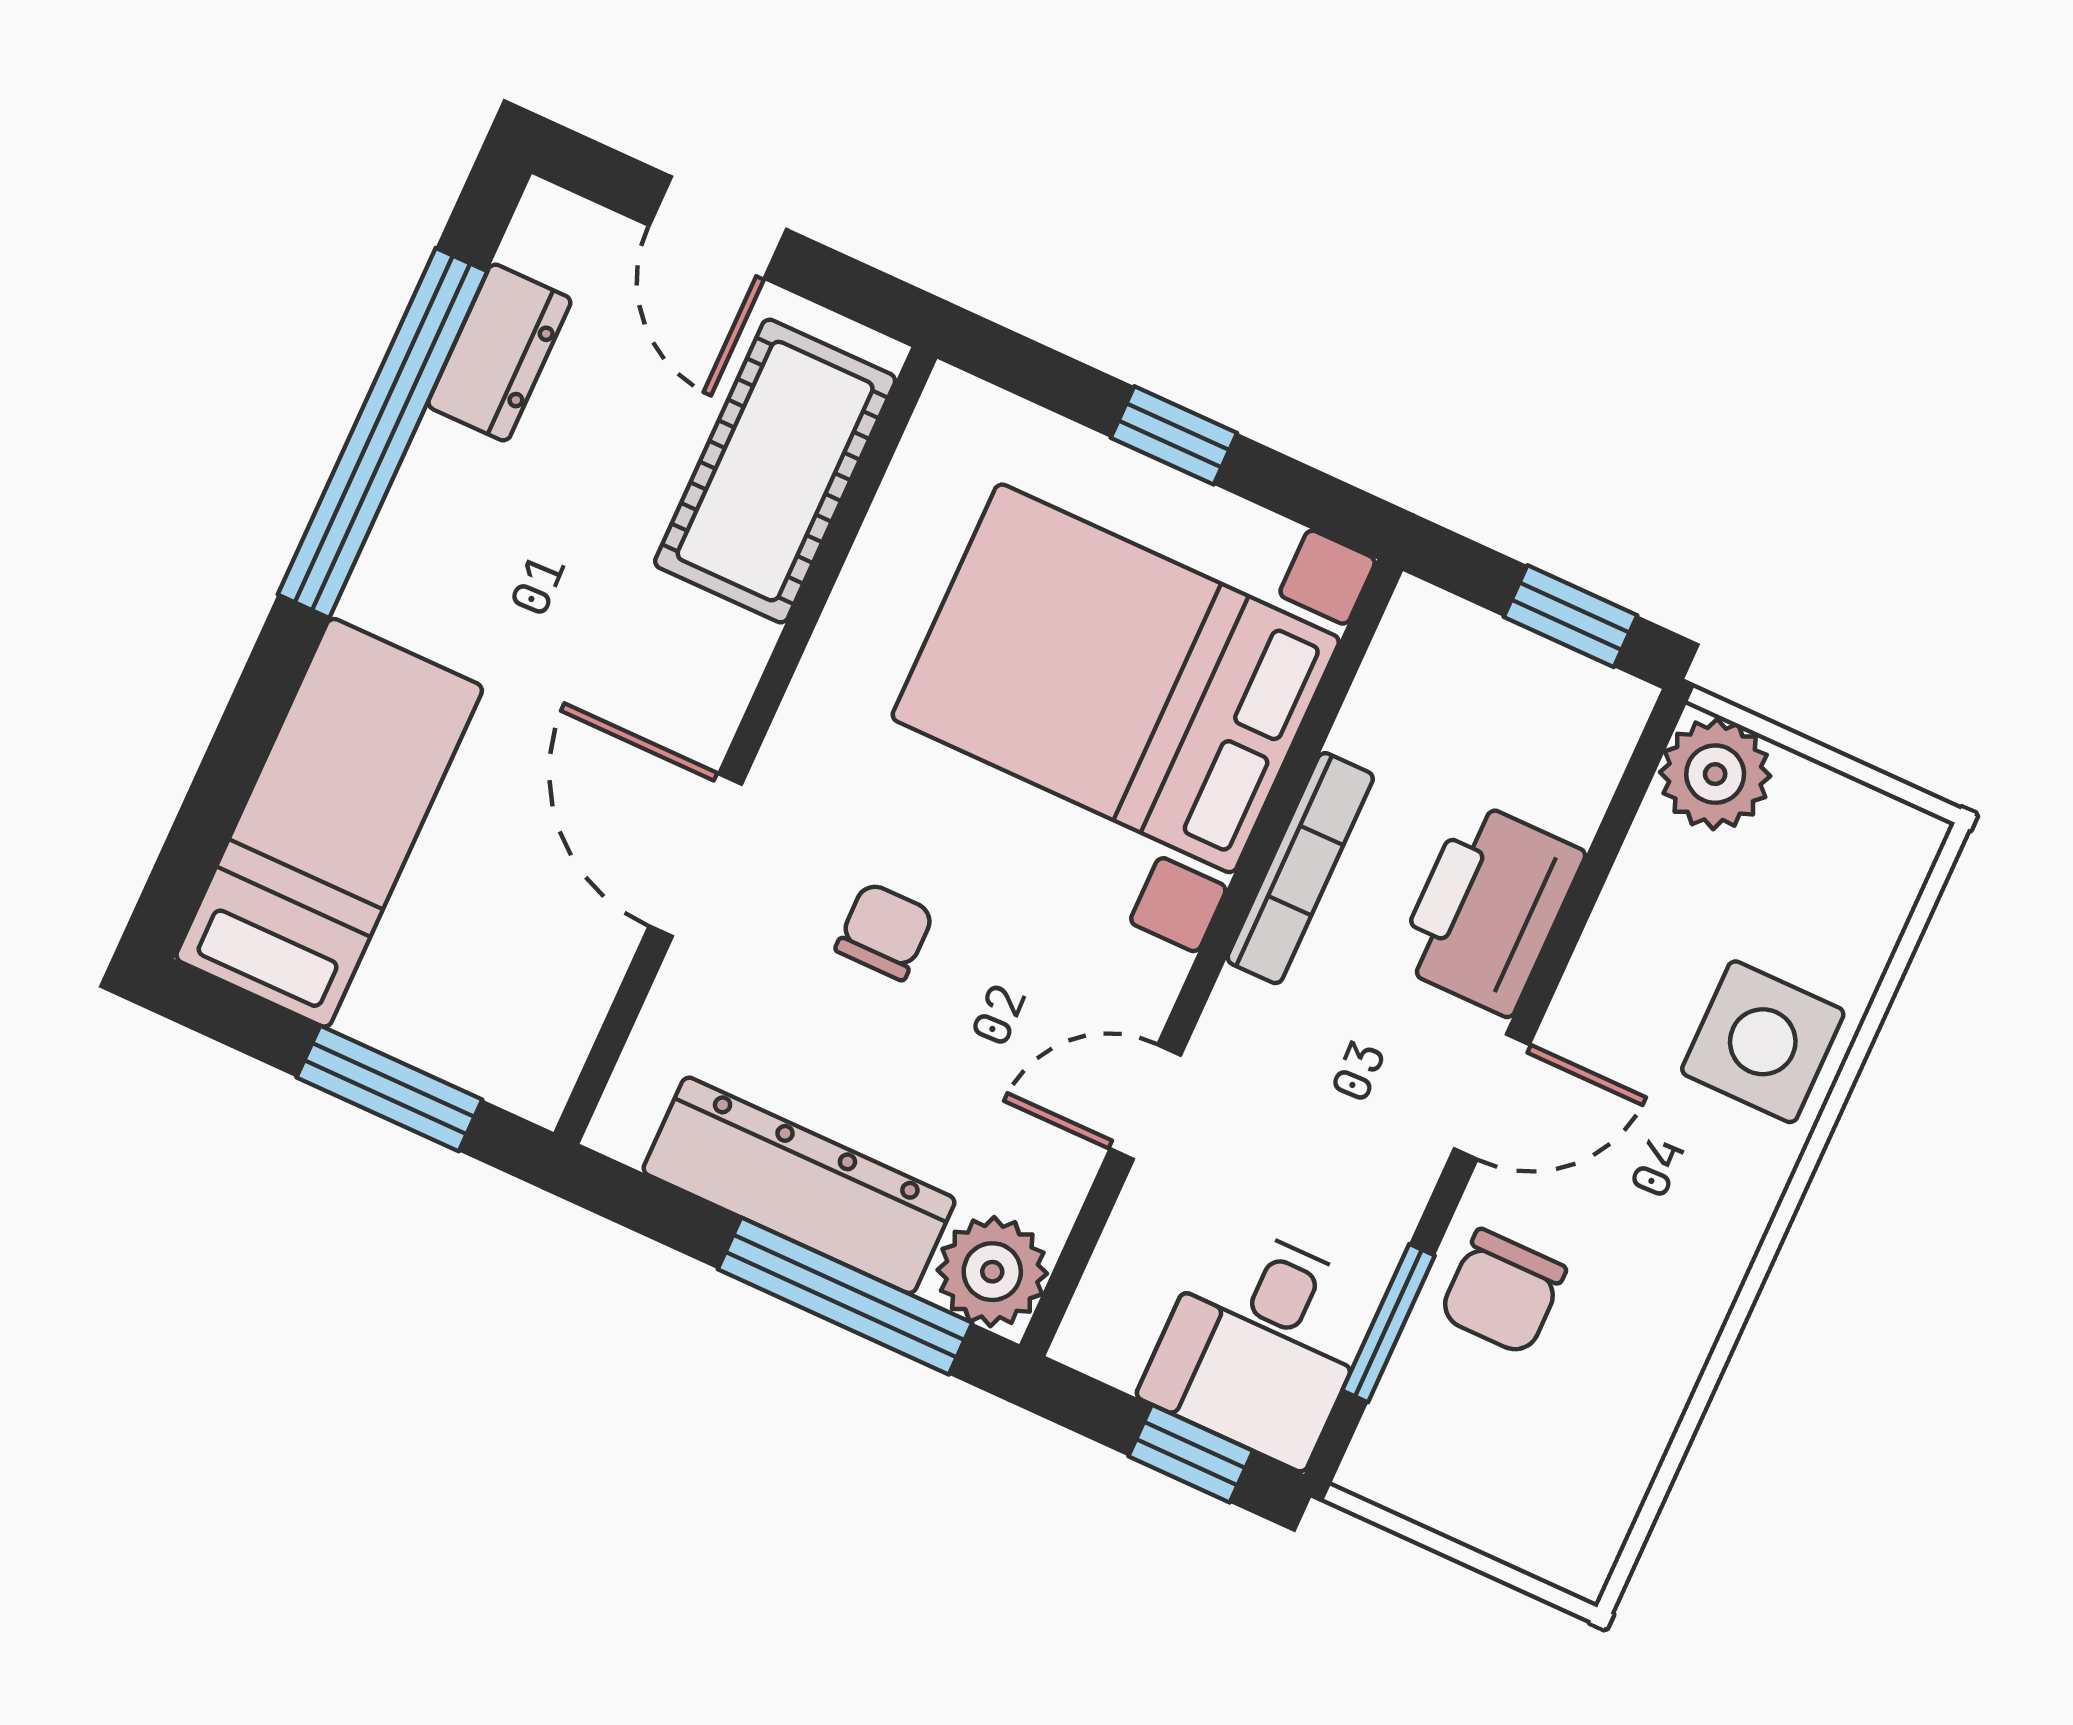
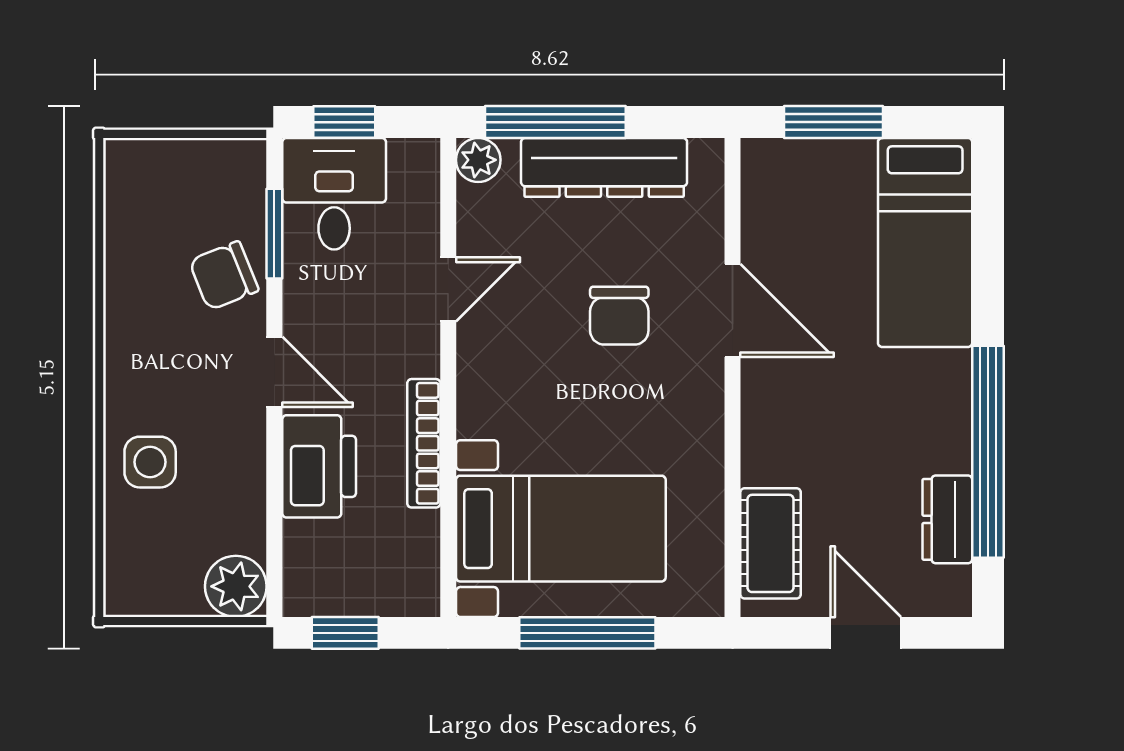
window: (1174, 435) -> (587, 633), width x2.17
cot: (775, 471) -> (771, 543), width x0.73, depth x0.75
bed with nightstands: (1116, 678) -> (561, 529), width x0.73
chair: (885, 931) -> (619, 316), width x1.37, depth x1.37
side table: (1763, 1042) -> (150, 462), width x0.73, depth x0.73
door: (1492, 1097) -> (274, 372), swing flipped
plant: (992, 1272) -> (478, 160), width x0.73, depth x0.73
chair: (1503, 1292) -> (224, 276), turned -112

